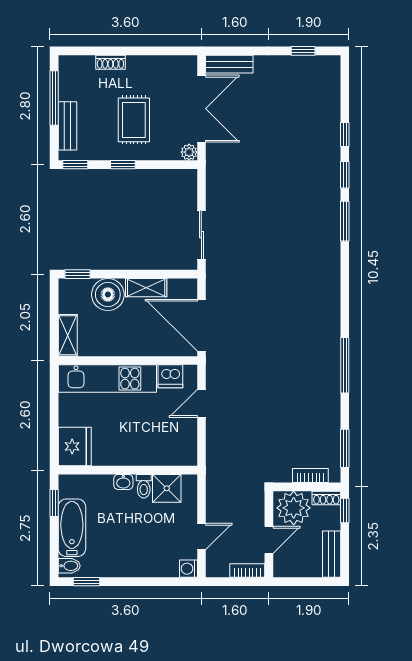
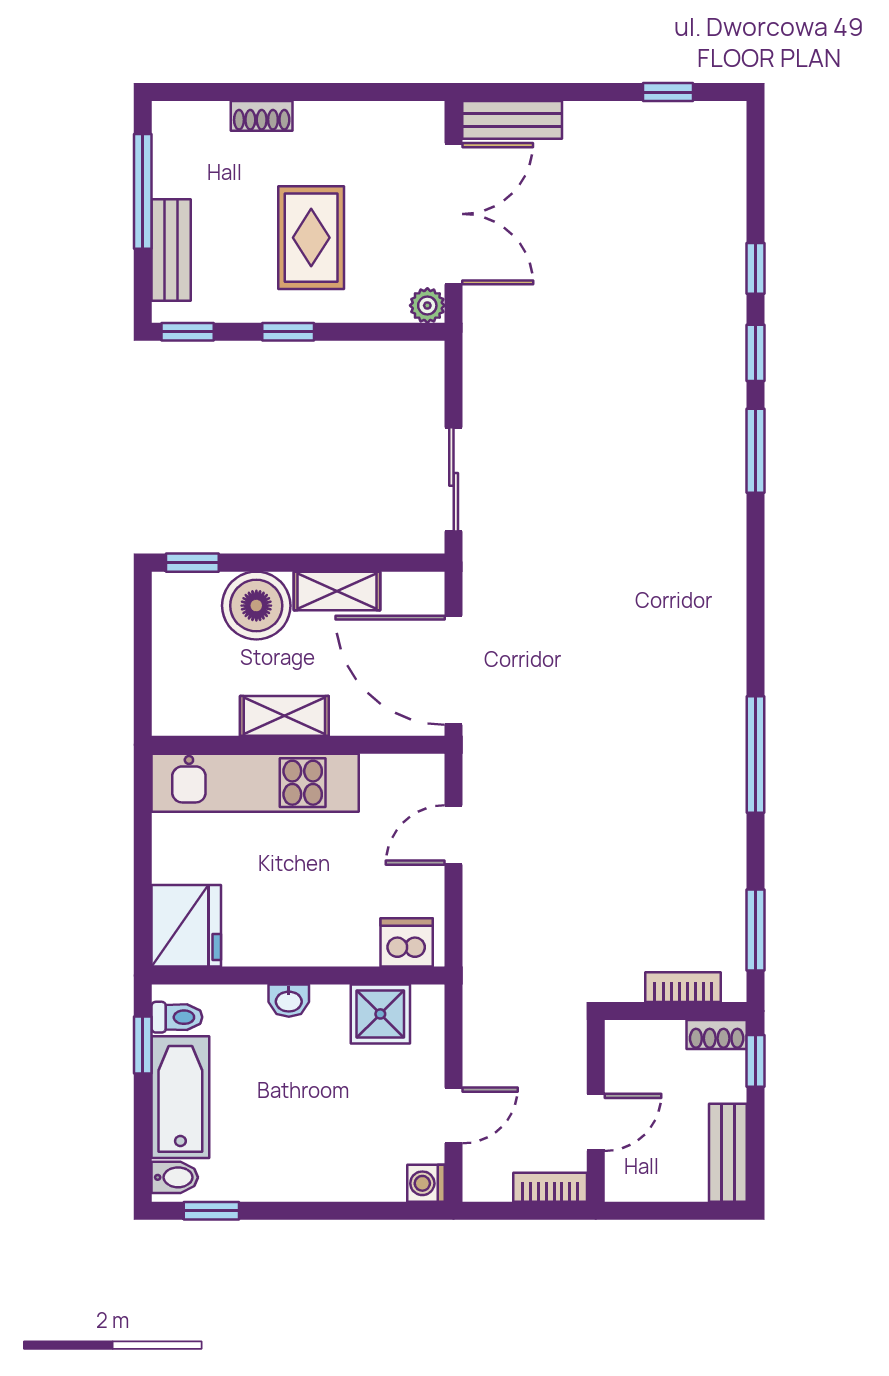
shelving: (68, 335) -> (284, 716), moved, turned 90
dishwasher: (170, 376) -> (407, 942), moved, turned 180
toilet: (144, 486) -> (177, 1017), moved, turned -90
plant: (294, 508) -> (648, 1055), removed

